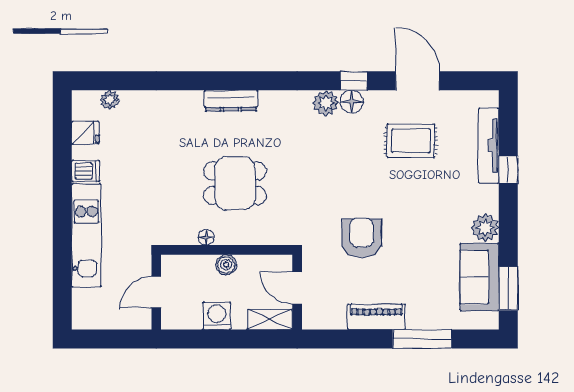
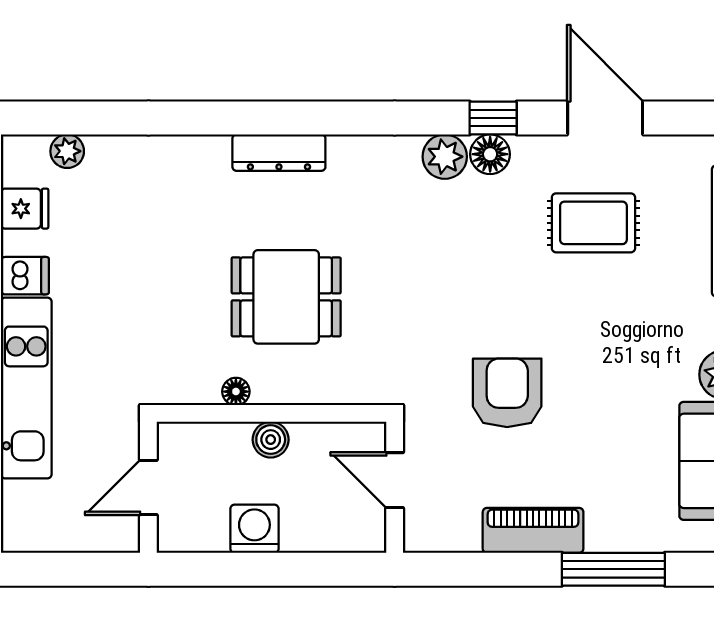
shelving: (270, 320) -> (347, 535), removed

